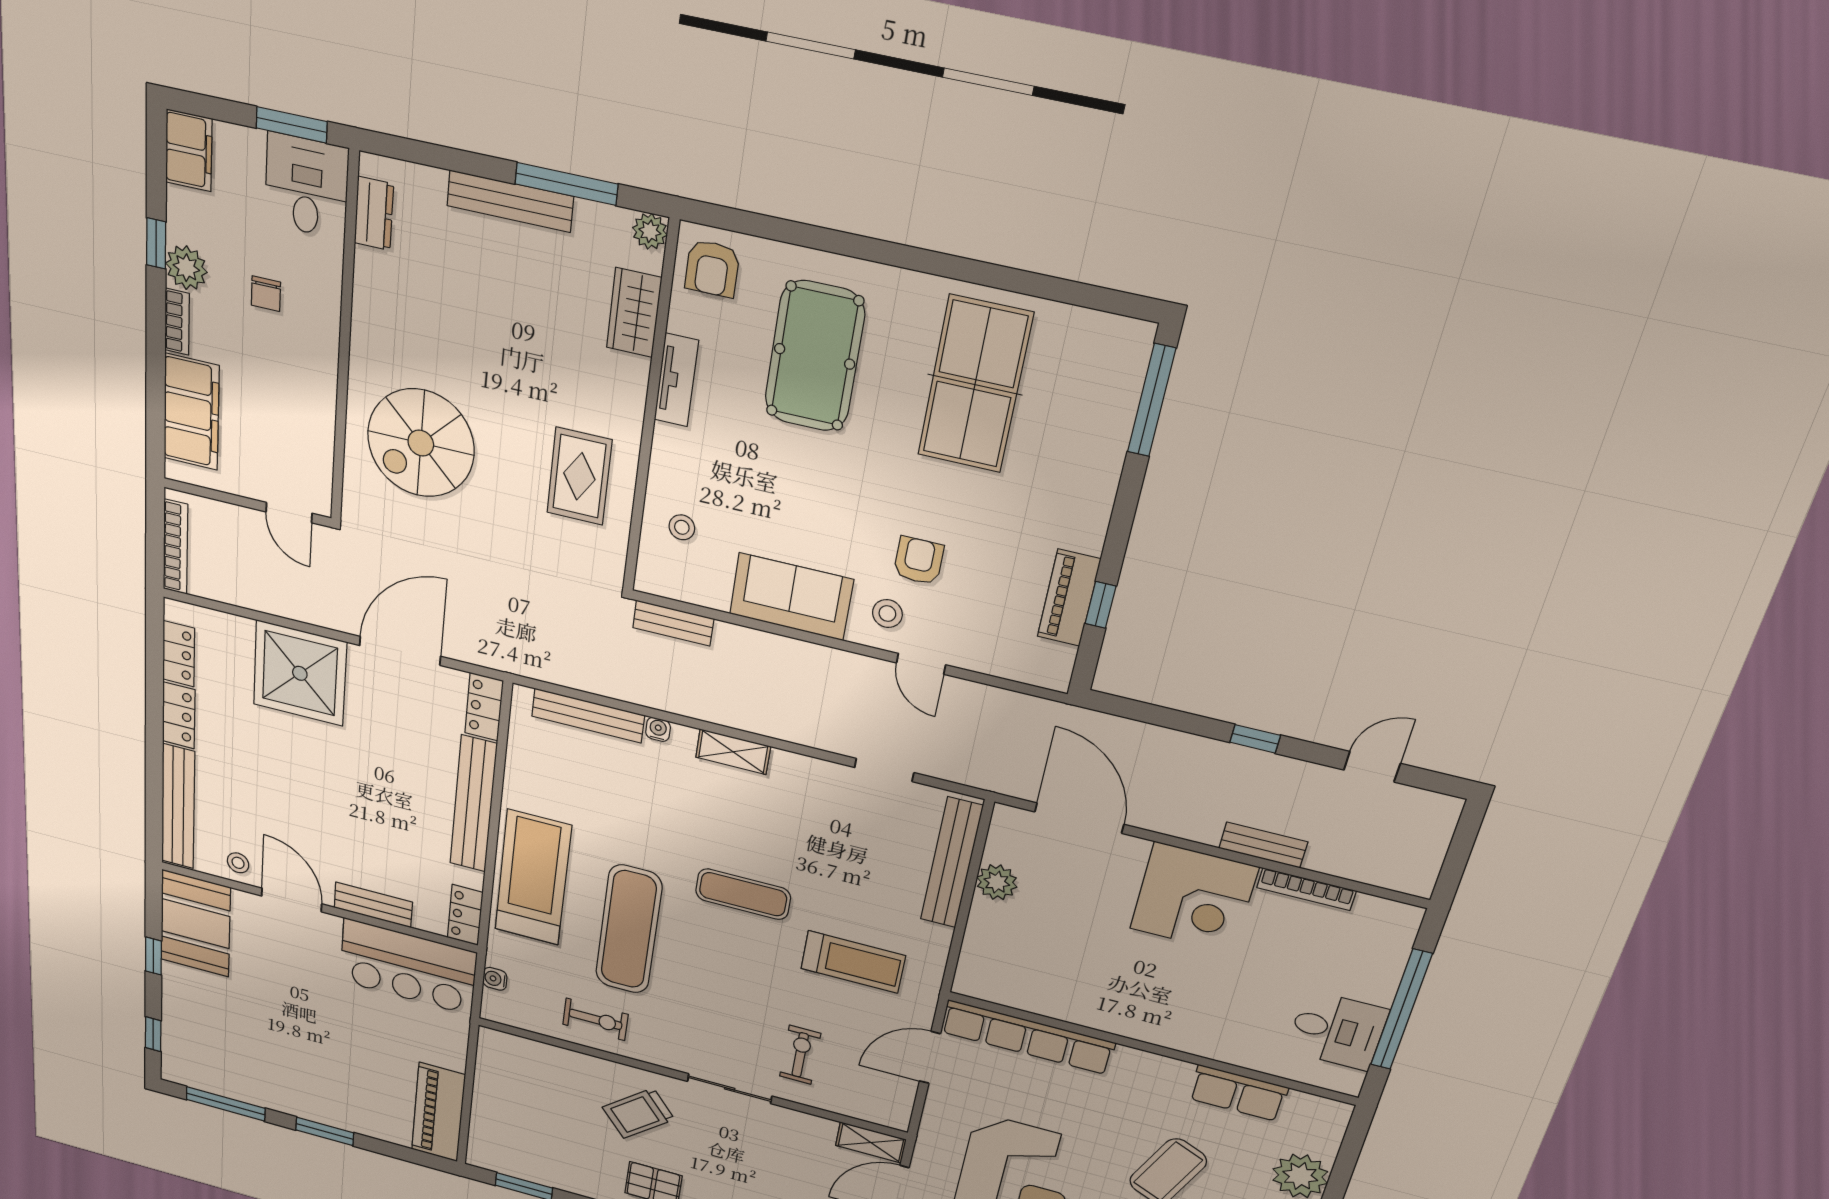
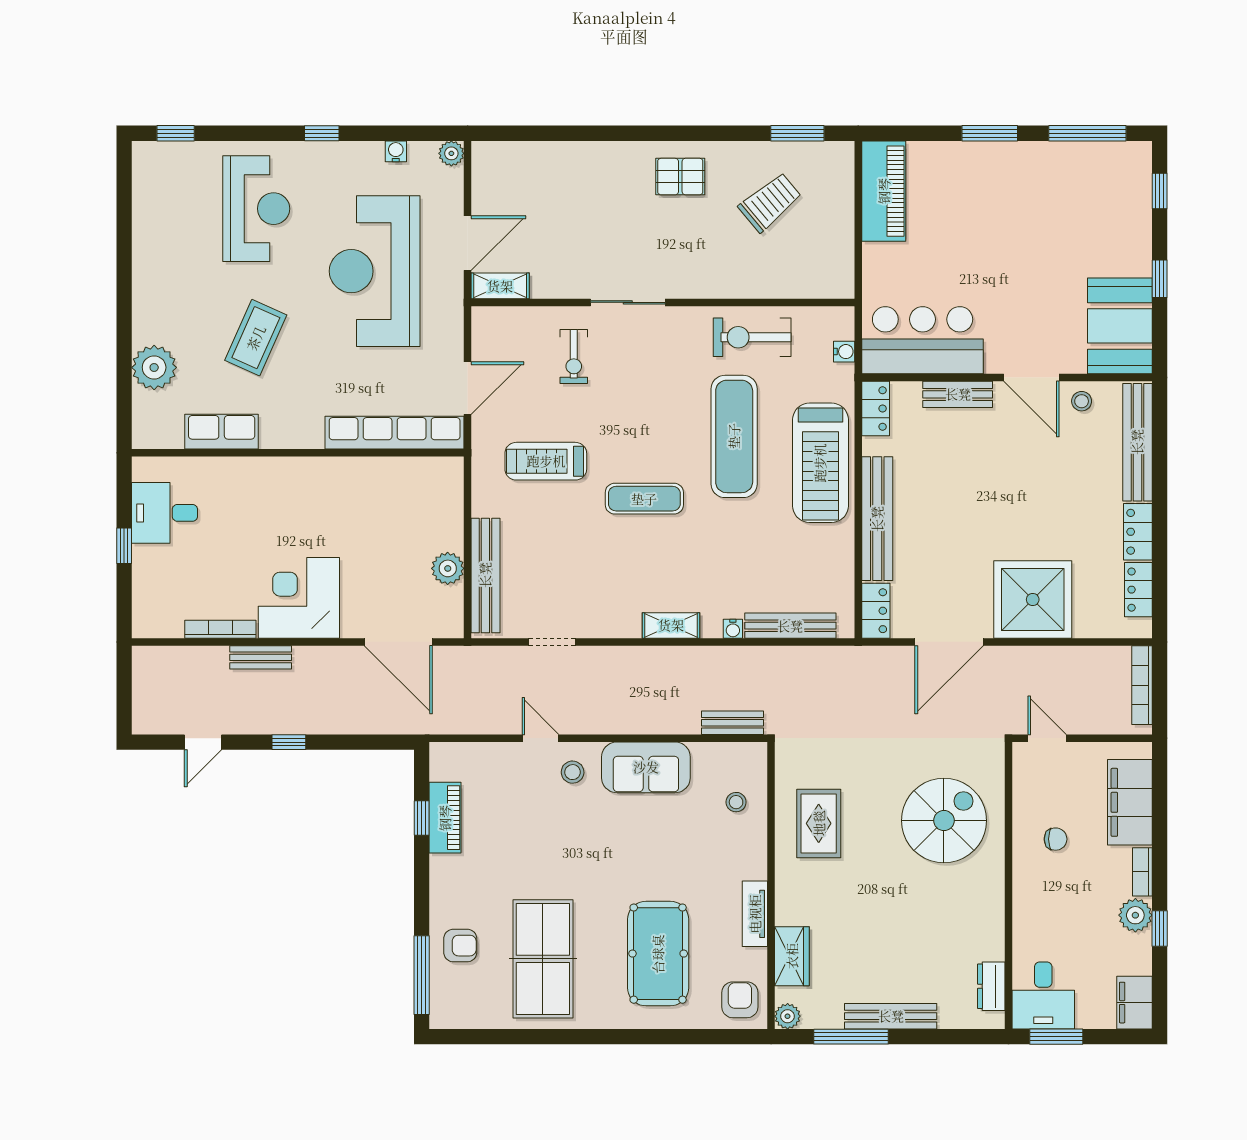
chair: (266, 294) -> (1056, 839), moved, turned 90
armchair: (919, 561) -> (460, 946), moved, turned -90
window: (1401, 1010) -> (124, 546), width x0.32
exercise bike: (595, 1019) -> (752, 337), width x1.38, depth x1.39
trolley: (638, 1113) -> (770, 202), moved

